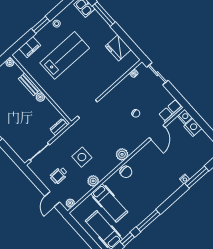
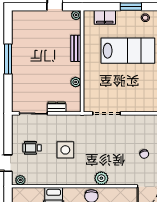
plant: (40, 97) -> (76, 82), moved
dresser: (59, 127) -> (57, 107), moved
plant: (93, 181) -> (57, 179), removed

